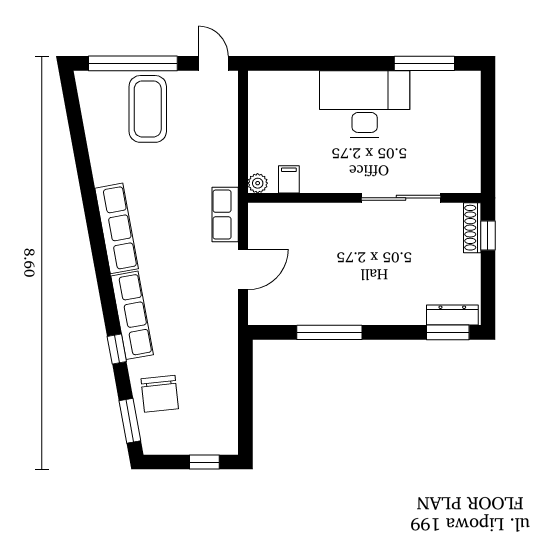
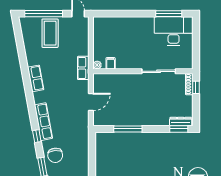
desk: (365, 104) -> (174, 31), moved
row of seats: (225, 215) -> (83, 68), moved
row of seats: (117, 228) -> (36, 78), width x0.68

